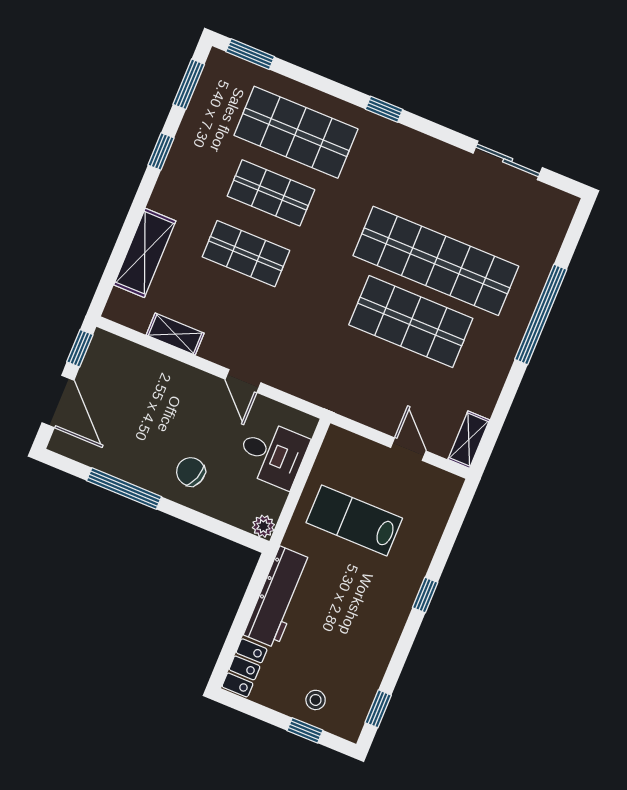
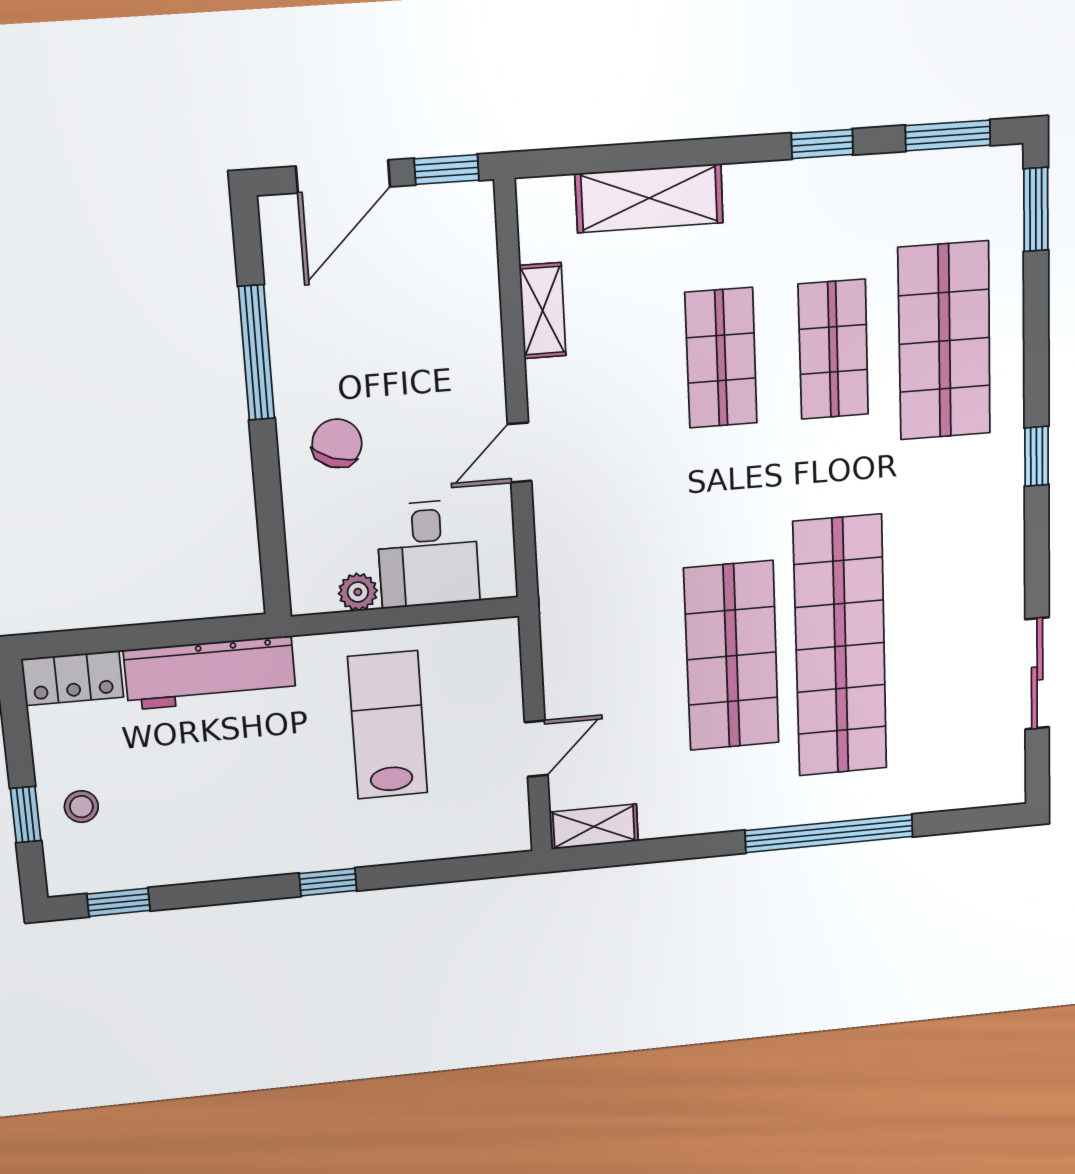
plant: (263, 526) -> (358, 592), moved

